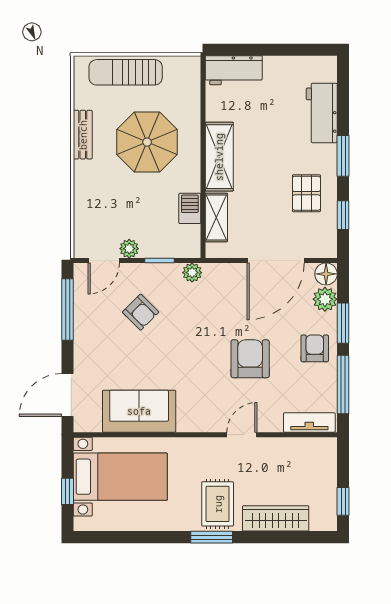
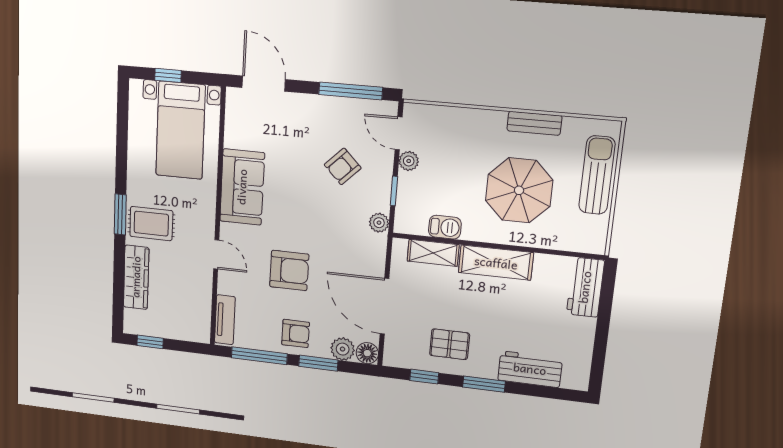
sofa: (139, 411) -> (242, 187), moved

